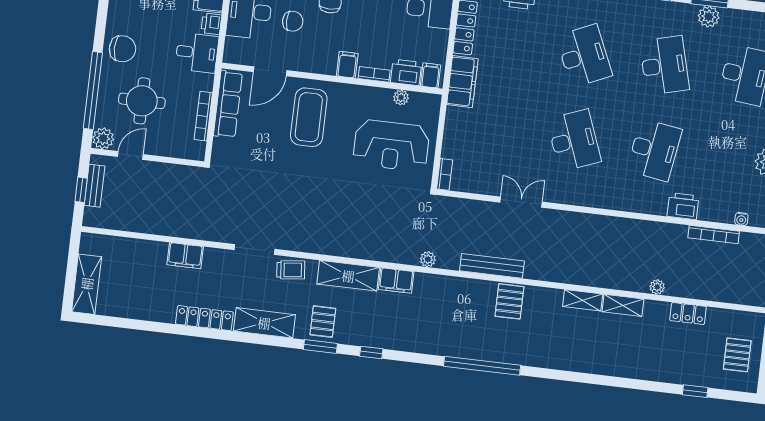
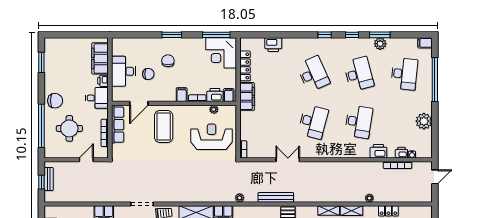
plant: (103, 138) -> (50, 152), removed
desk: (574, 140) -> (313, 122), turned 36
reception desk: (391, 145) -> (212, 137), turned 180
door: (130, 155) -> (86, 160), moved
printer: (723, 213) -> (401, 153), added

